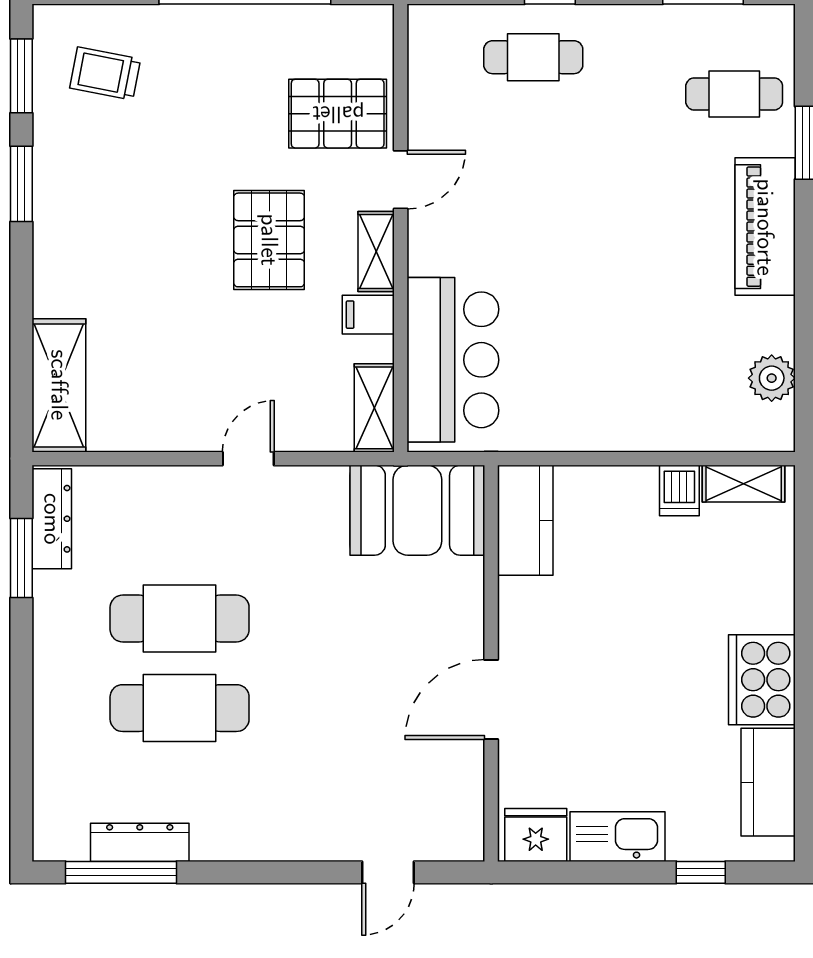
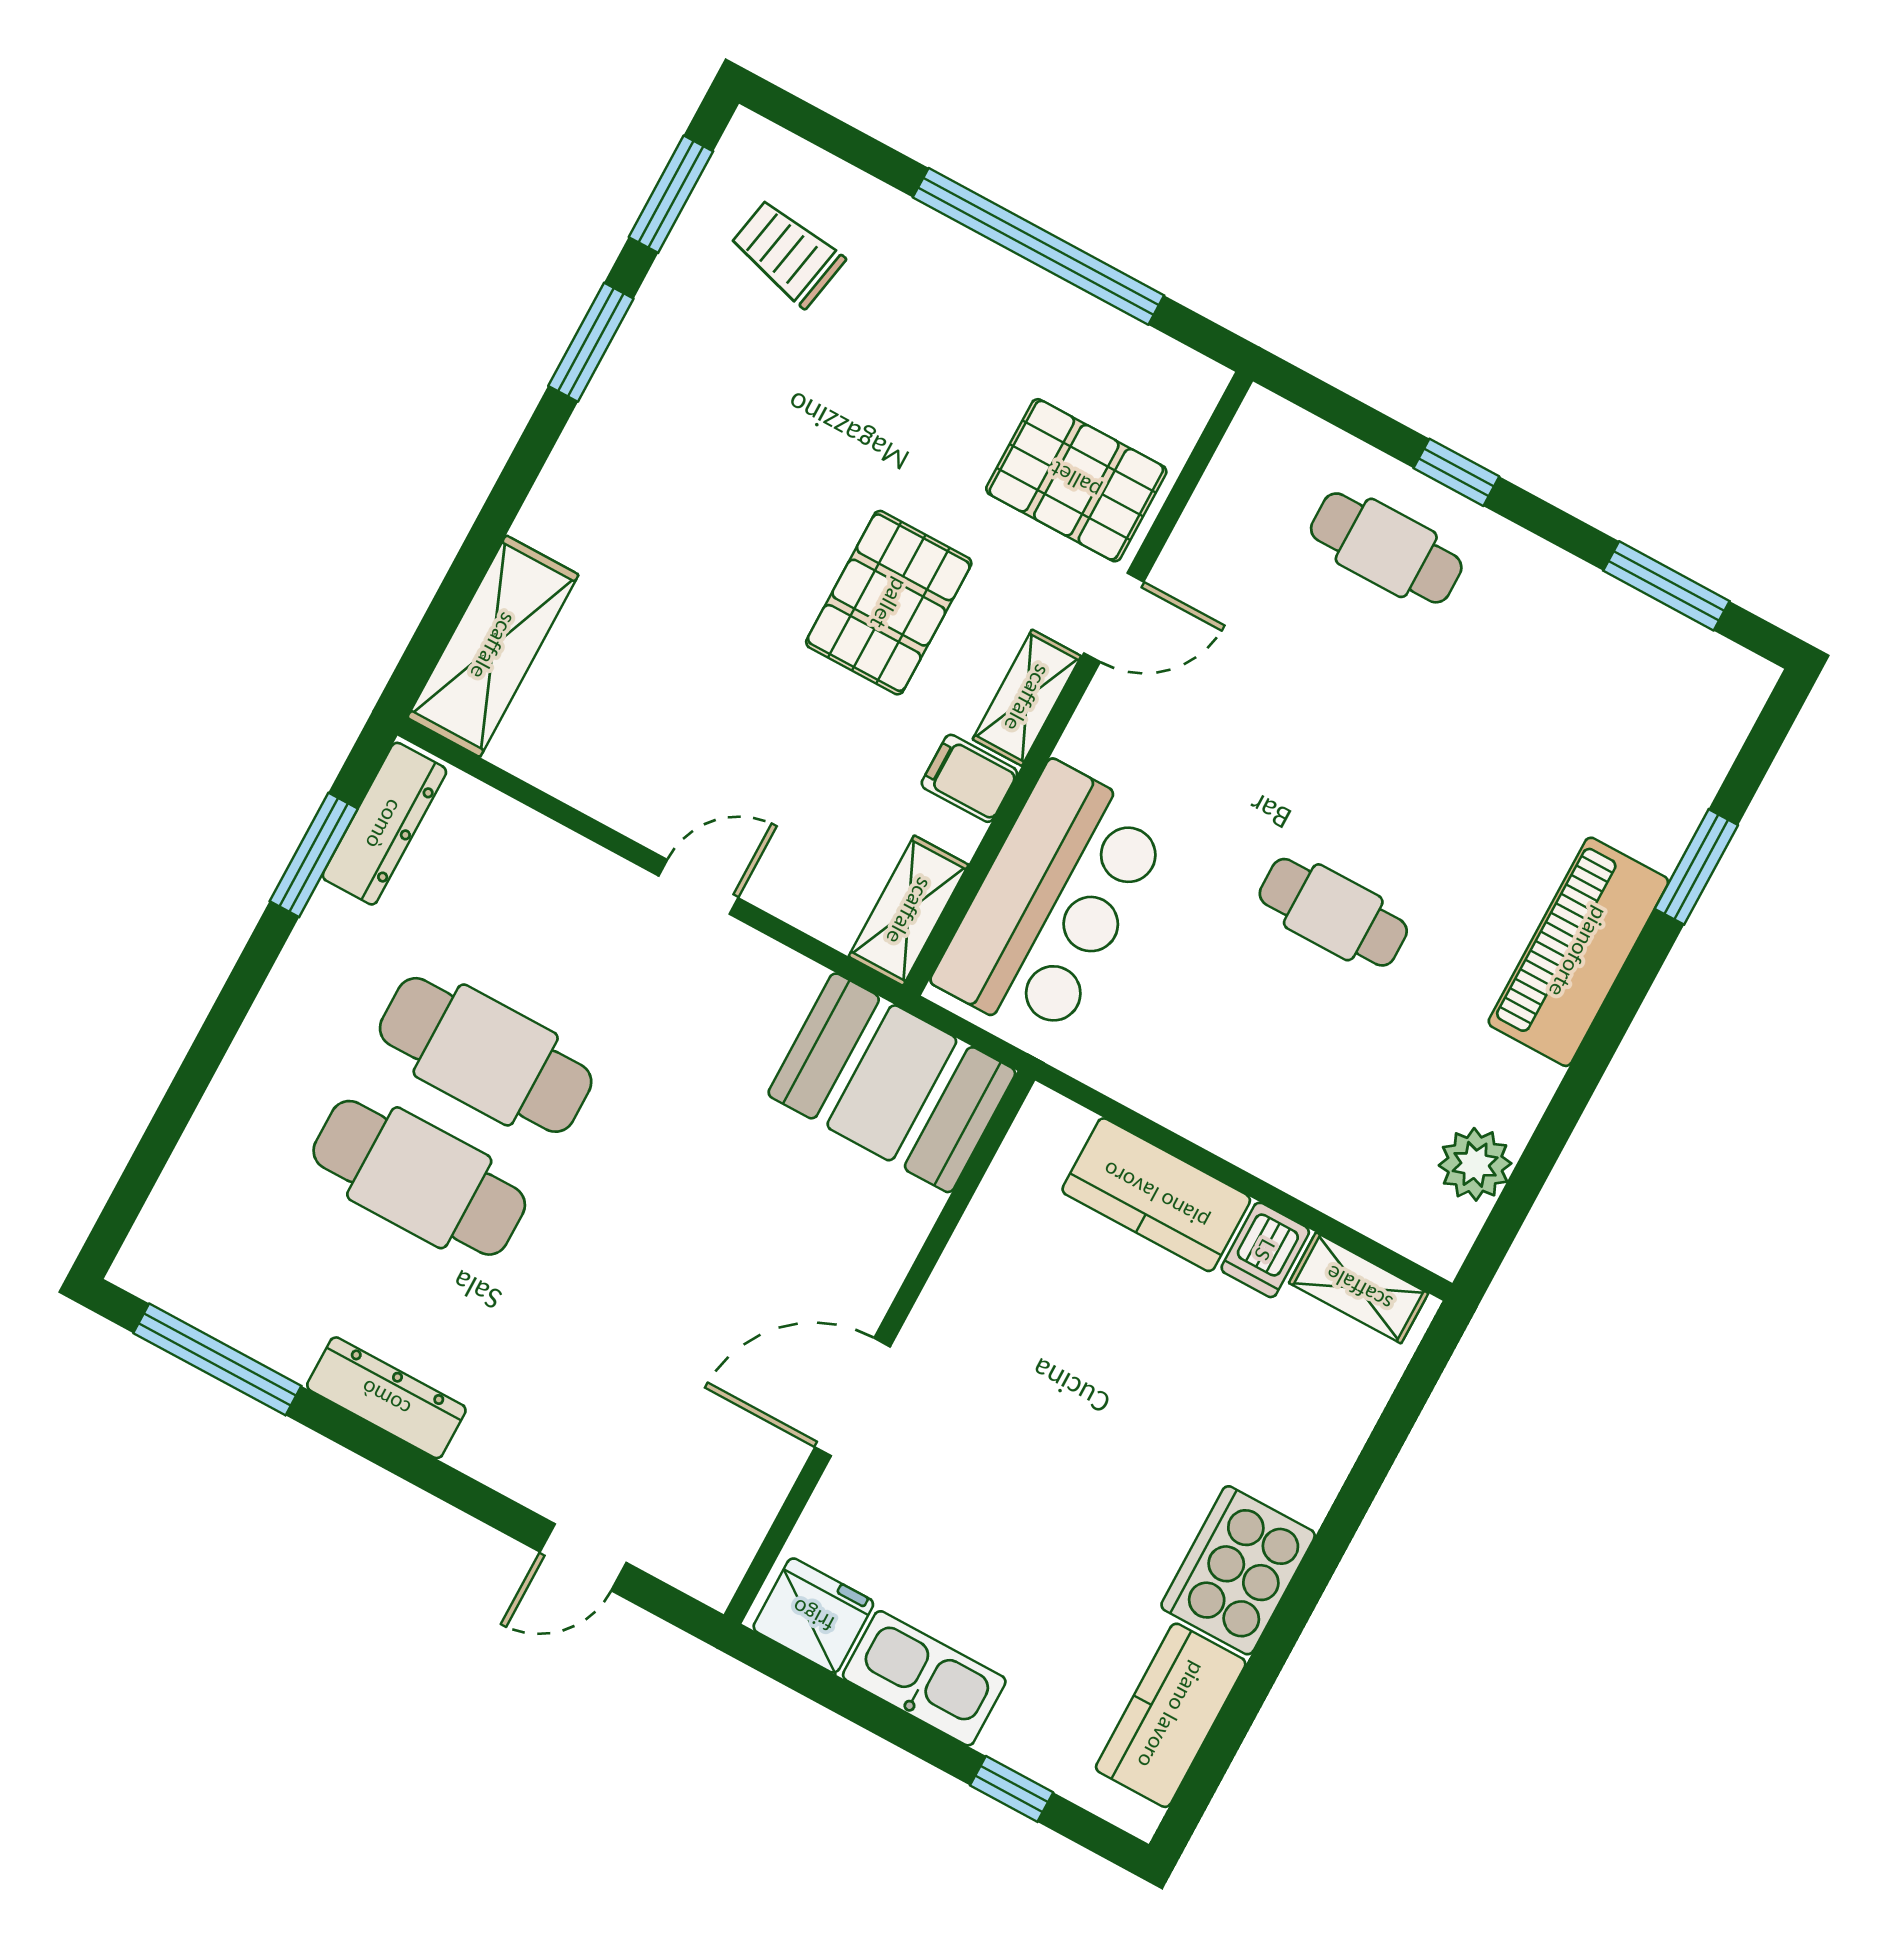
cafe table: (734, 94) -> (1333, 912), moved
kitchen counter: (525, 520) -> (1156, 1195), moved, turned 90
dresser: (140, 842) -> (386, 1398), moved

